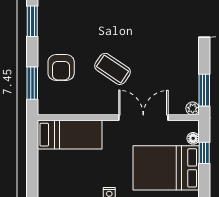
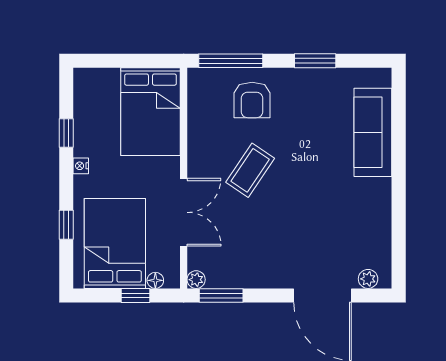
armchair: (61, 68) -> (252, 100), turned -90
window: (32, 83) -> (231, 61), width x1.44
bed: (70, 135) -> (150, 112), width x1.50

